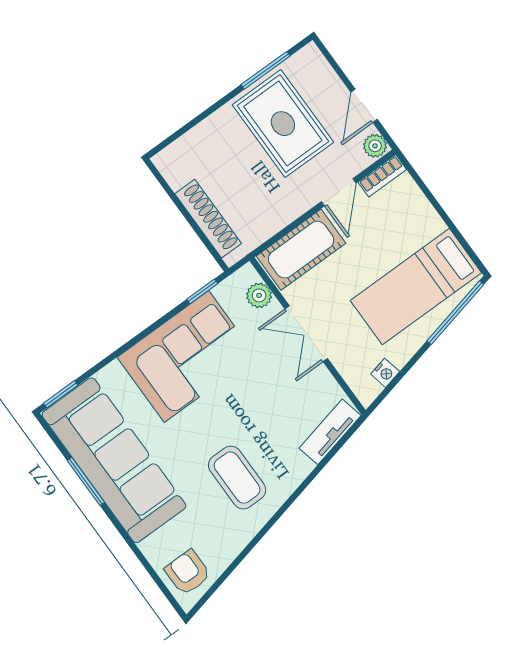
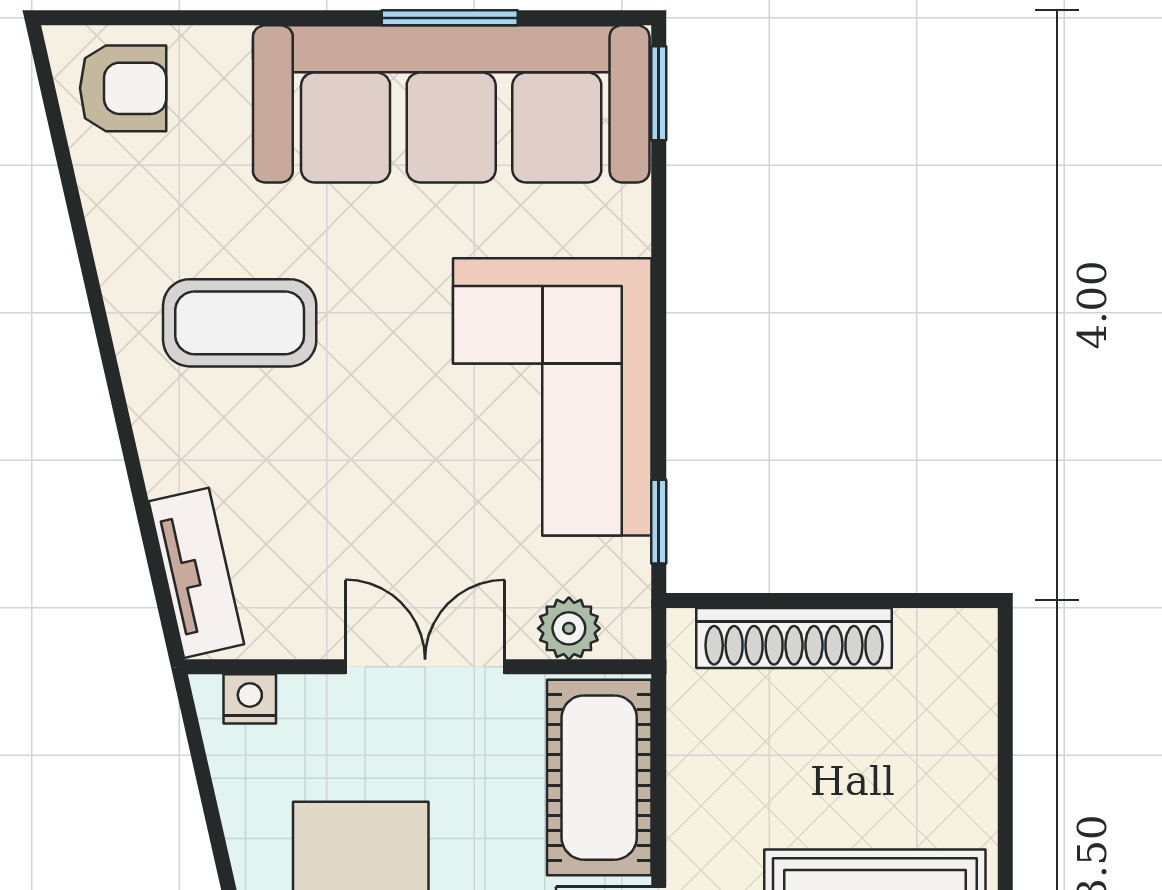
nightstand: (385, 373) -> (250, 699), moved, turned 103

